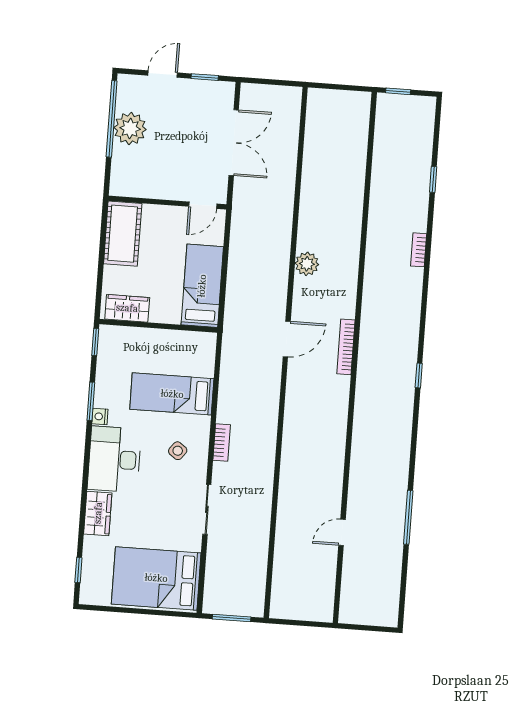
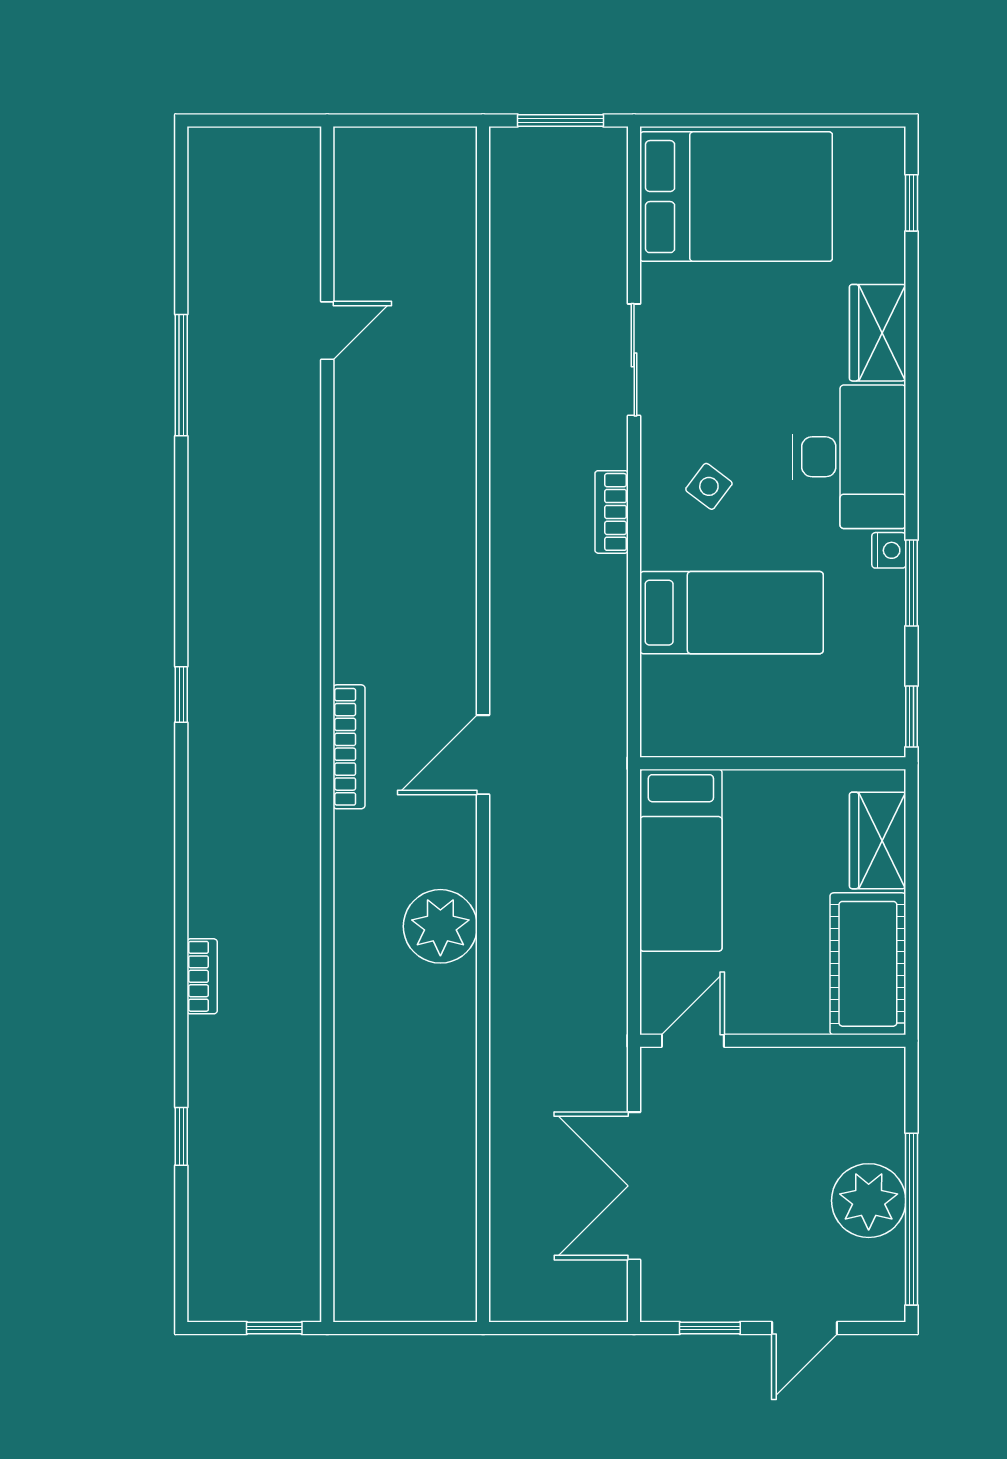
plant: (307, 264) -> (440, 926), width x1.36, depth x1.36
wardrobe: (127, 308) -> (878, 840), moved, turned 90

